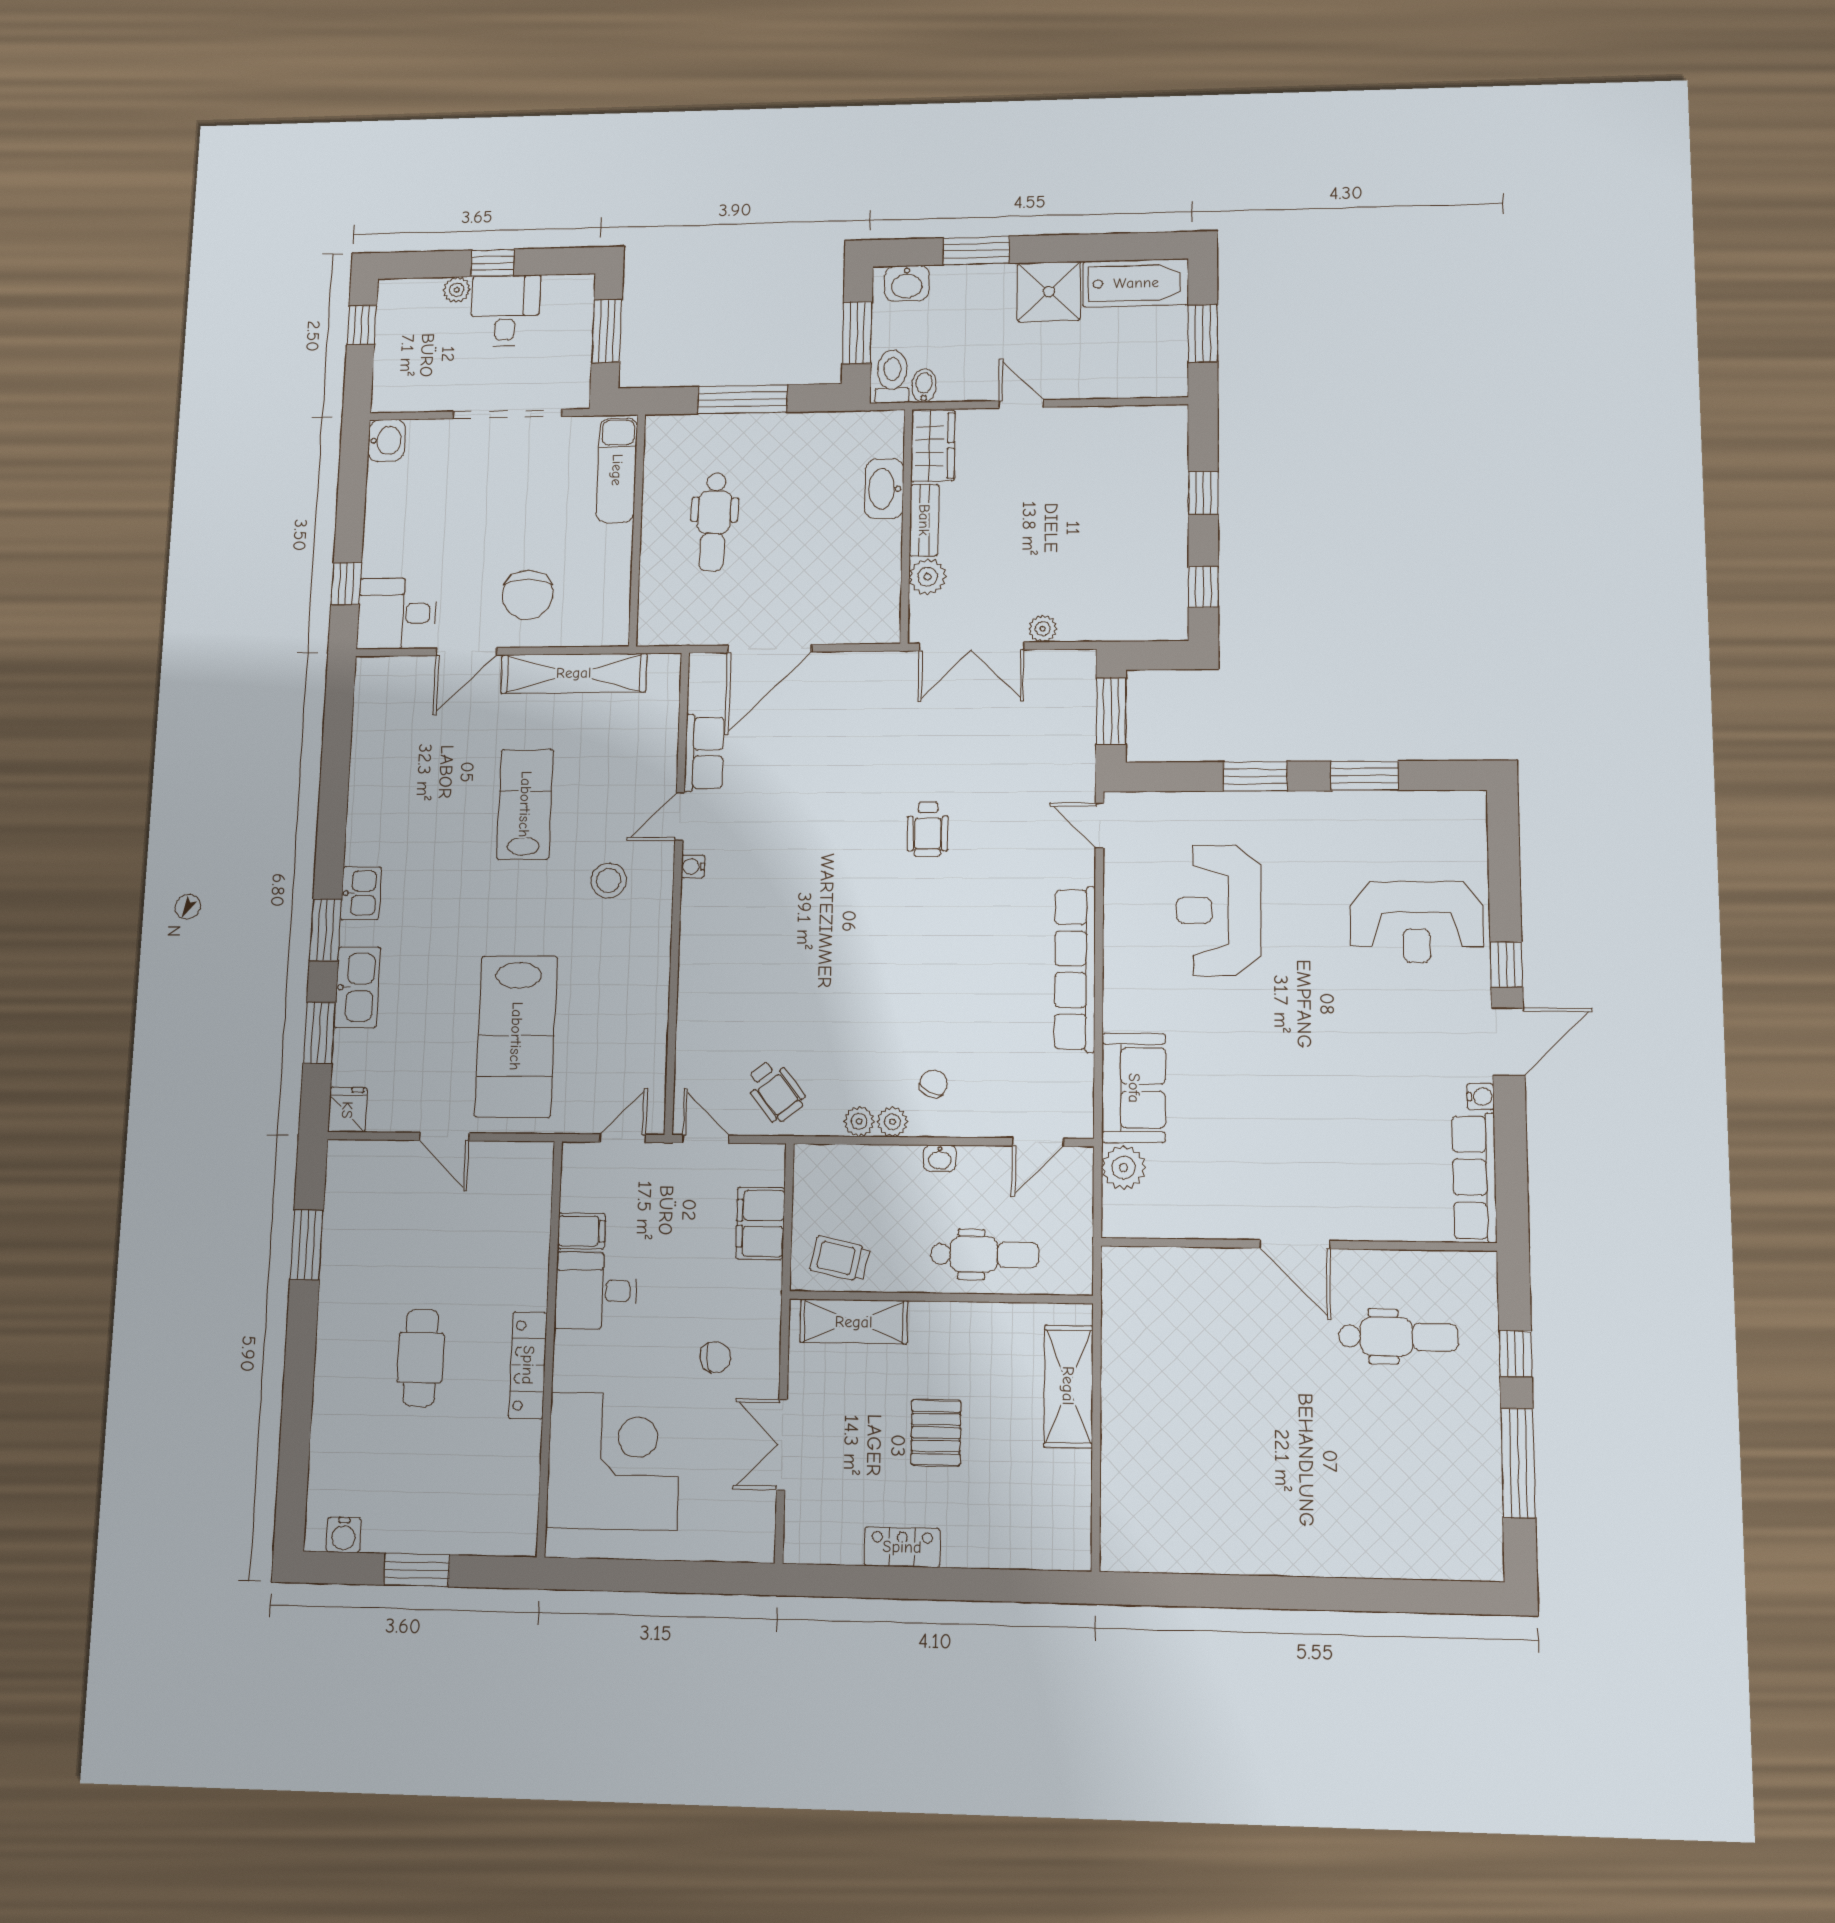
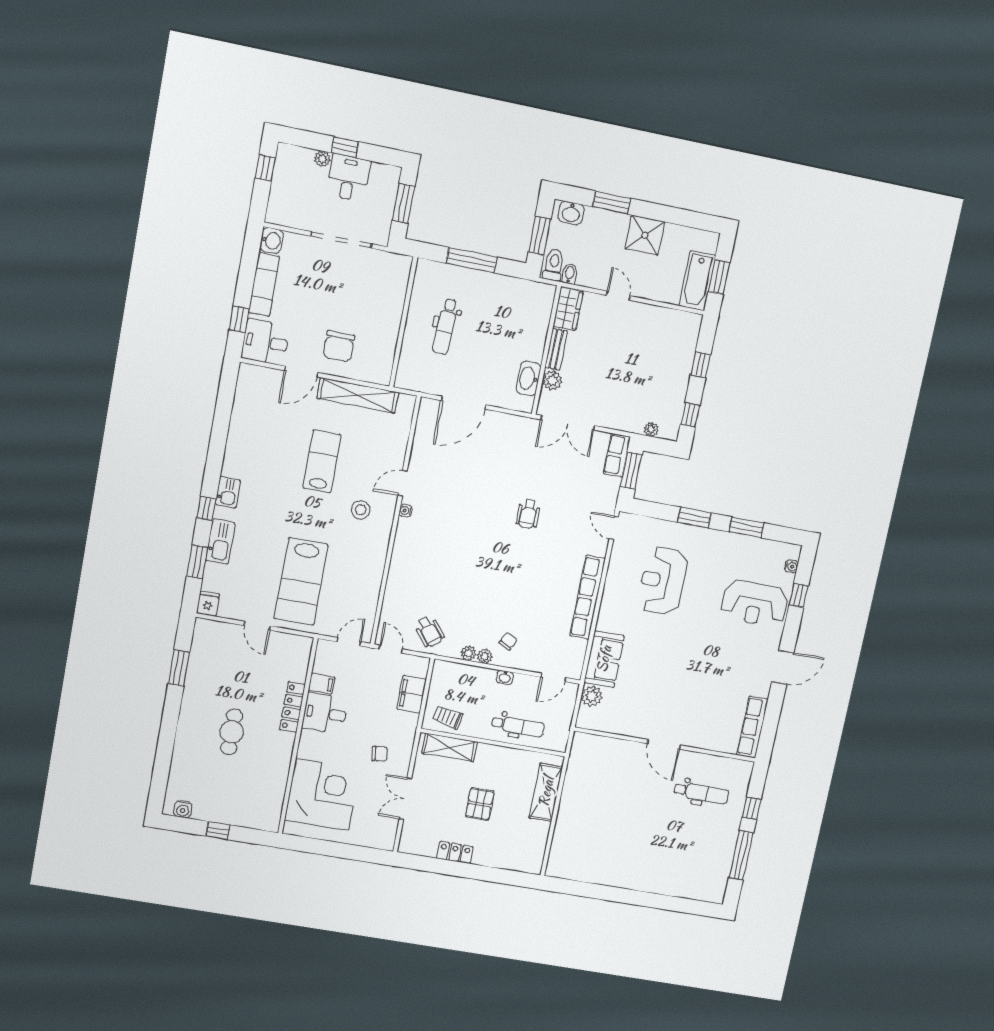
bathtub: (1136, 283) -> (697, 281), moved, turned 90
exam couch: (617, 470) -> (264, 284), moved, turned 180
washbasin: (884, 489) -> (528, 378), moved
plant: (1043, 629) -> (651, 429), moved
row of seats: (704, 753) -> (617, 455), moved, turned 180
window: (325, 930) -> (206, 508), width x0.67
window: (1506, 965) -> (799, 595), moved
water cooler: (1480, 1097) -> (791, 566), moved
locker: (528, 1365) -> (292, 707), moved
window: (417, 1570) -> (218, 831), width x0.67

